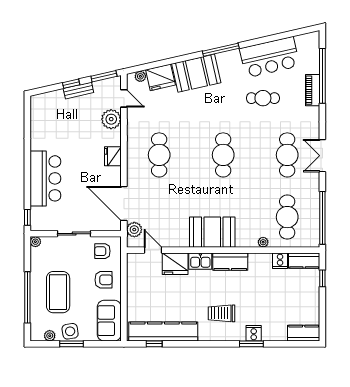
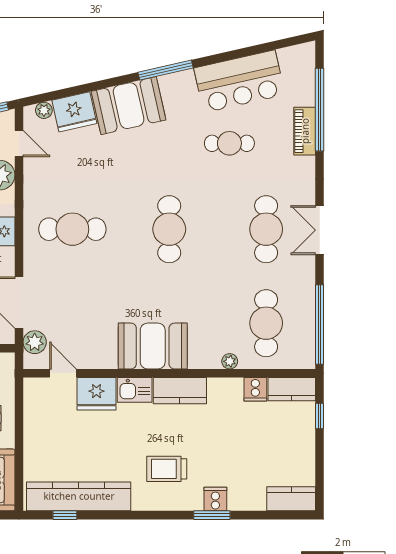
cafe table: (159, 155) -> (72, 229), turned 90

